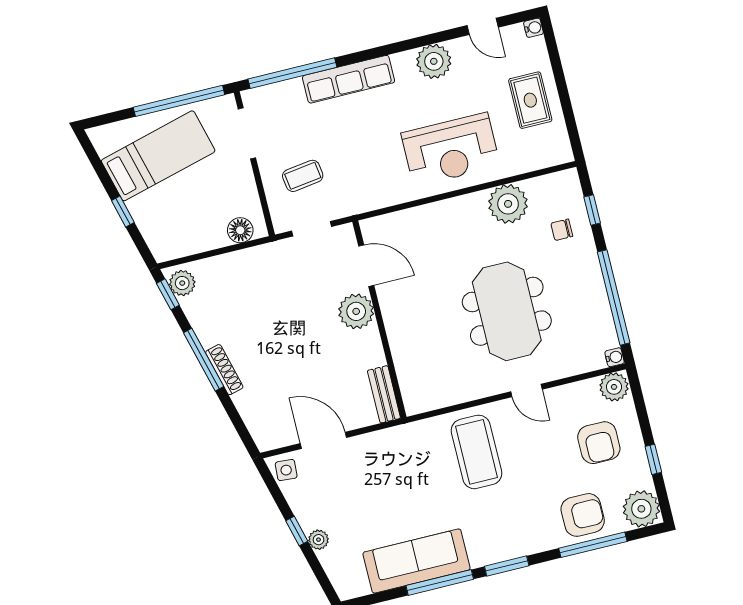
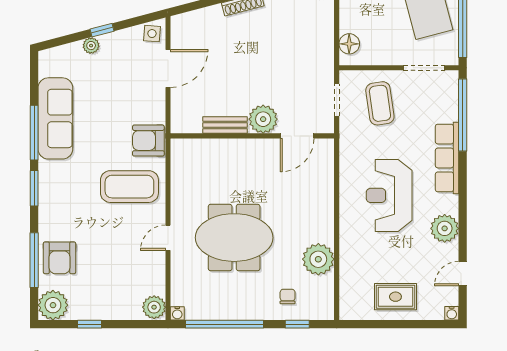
reception desk: (451, 150) -> (389, 195), moved
coffee table: (303, 176) -> (380, 103), width x1.36, depth x1.30
bench: (384, 394) -> (225, 125), moved
armchair: (599, 443) -> (148, 141), moved

